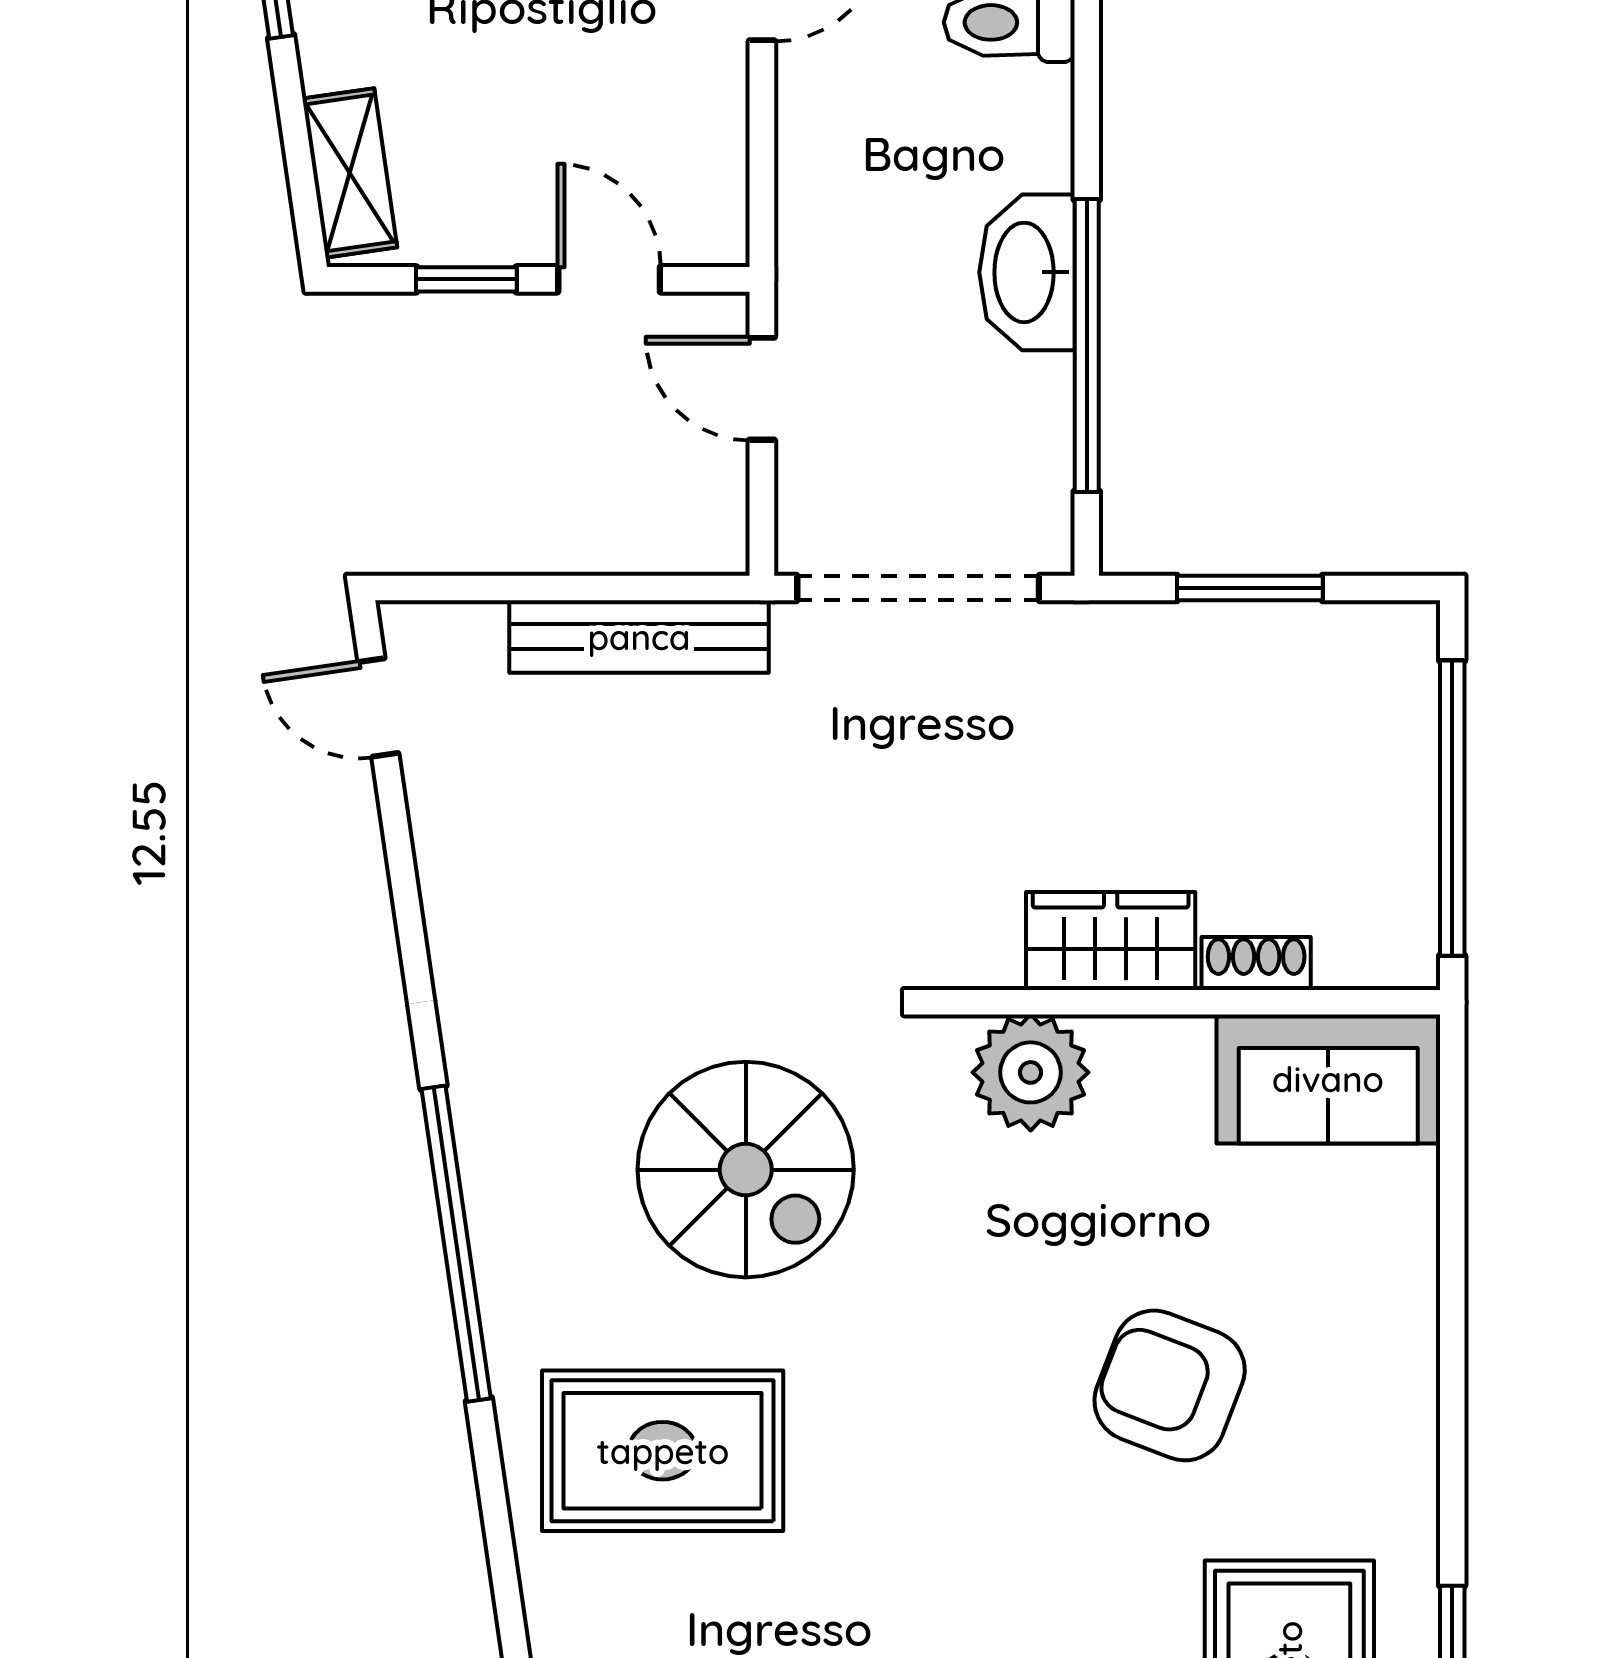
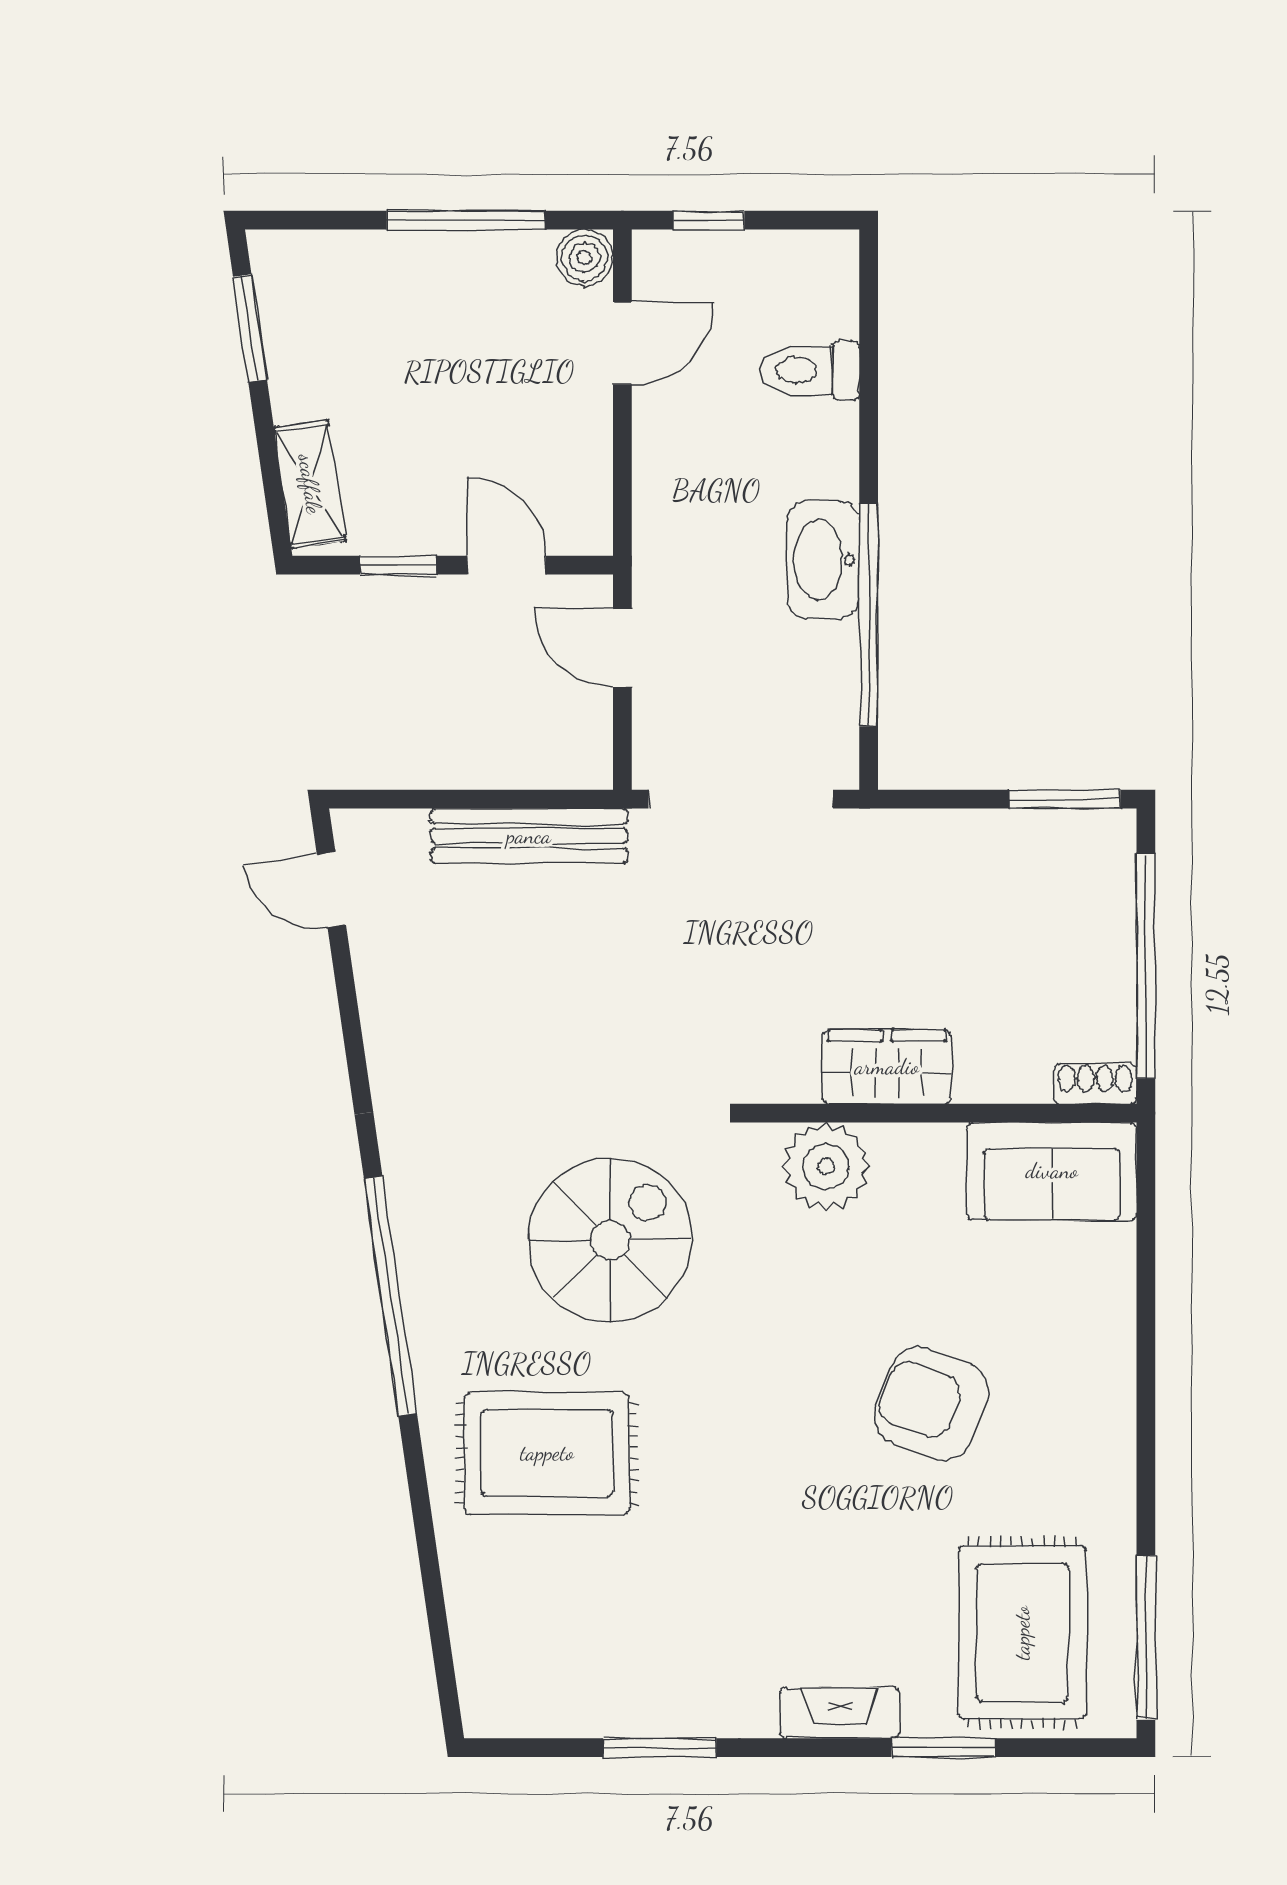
window: (1250, 588) -> (1065, 799), moved
shoe rack: (1256, 963) -> (1095, 1084), moved
spiral stairs: (746, 1170) -> (610, 1240), turned -90

